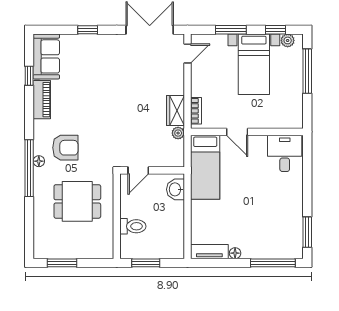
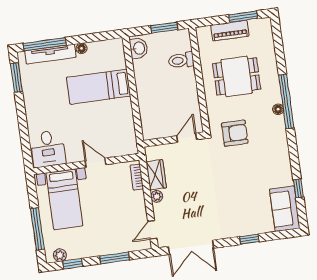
bed with nightstands: (254, 64) -> (64, 199), moved, turned 180
piano: (42, 100) -> (230, 31), moved, turned -90
plant: (178, 133) -> (157, 196), moved
armchair: (65, 148) -> (235, 133), moved, turned 180
bed: (205, 167) -> (98, 87), moved, turned -90
door: (138, 170) -> (187, 138), moved
wall: (152, 170) -> (174, 140), moved
washbasin: (175, 189) -> (139, 48), moved
tv unit: (209, 252) -> (50, 54), moved, width x1.41

